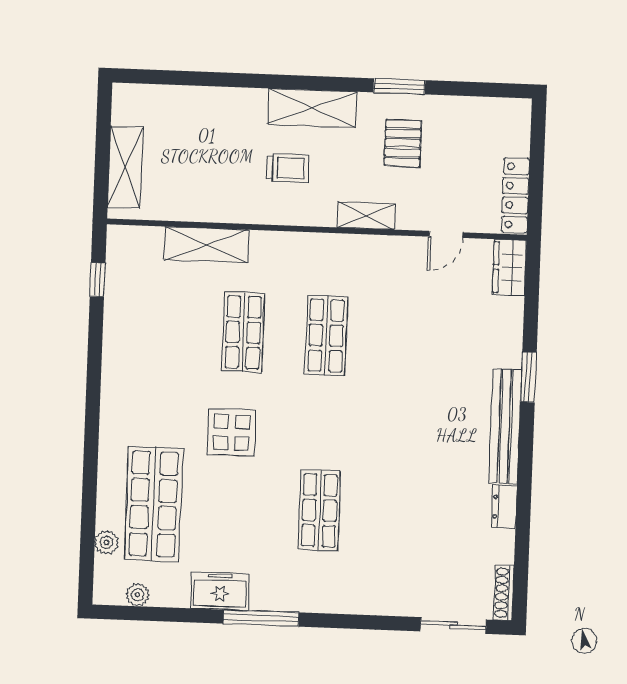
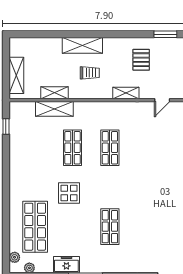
window: (399, 86) -> (165, 34), moved
shelving: (312, 108) -> (82, 45), moved
shelving: (208, 209) -> (55, 93), added
plant: (106, 542) -> (15, 257), moved

